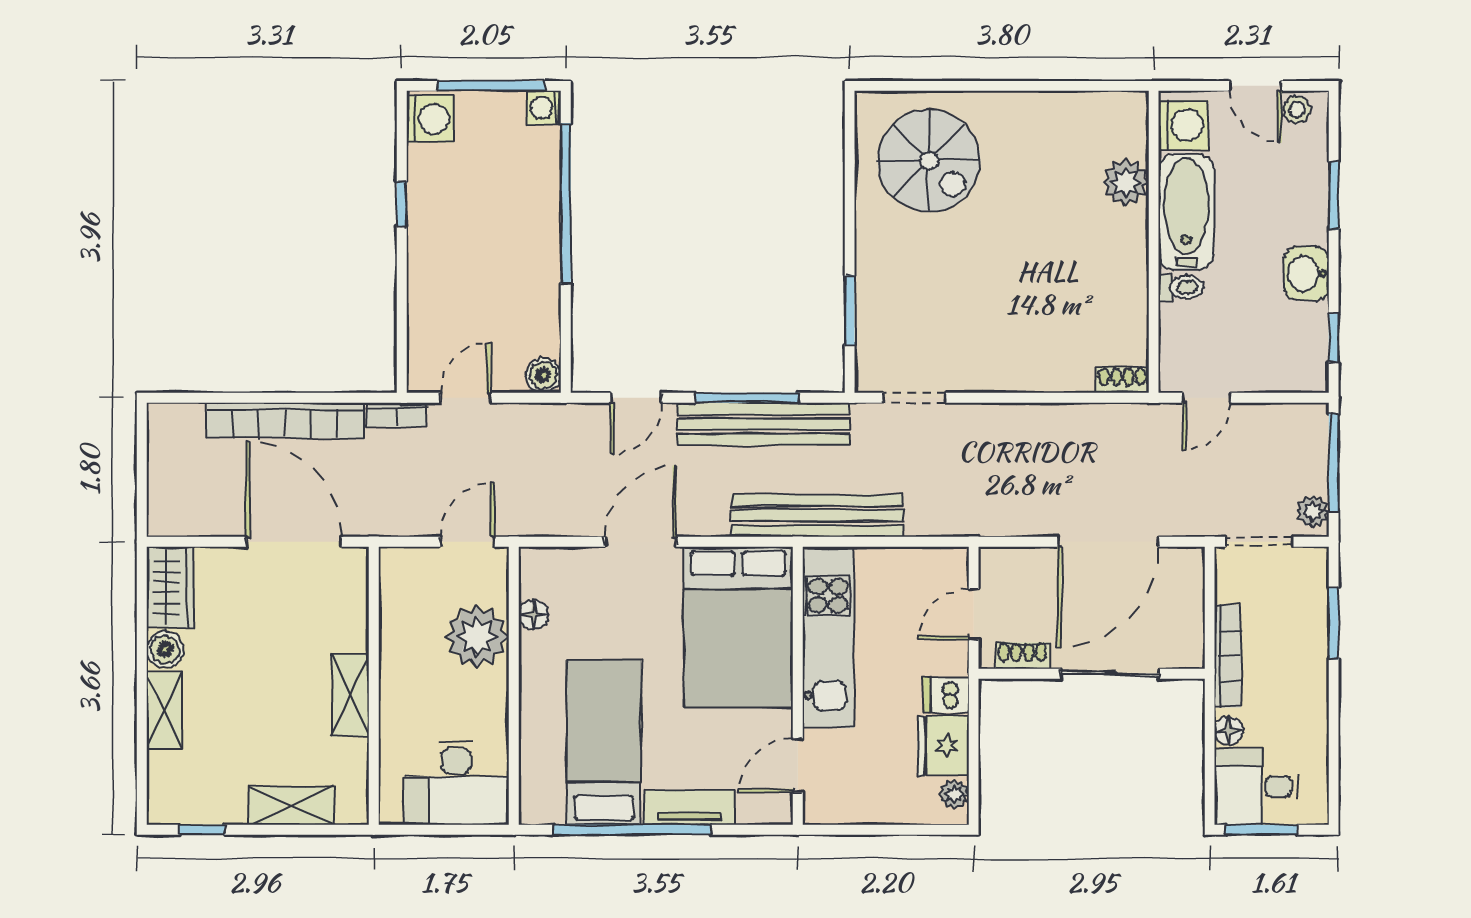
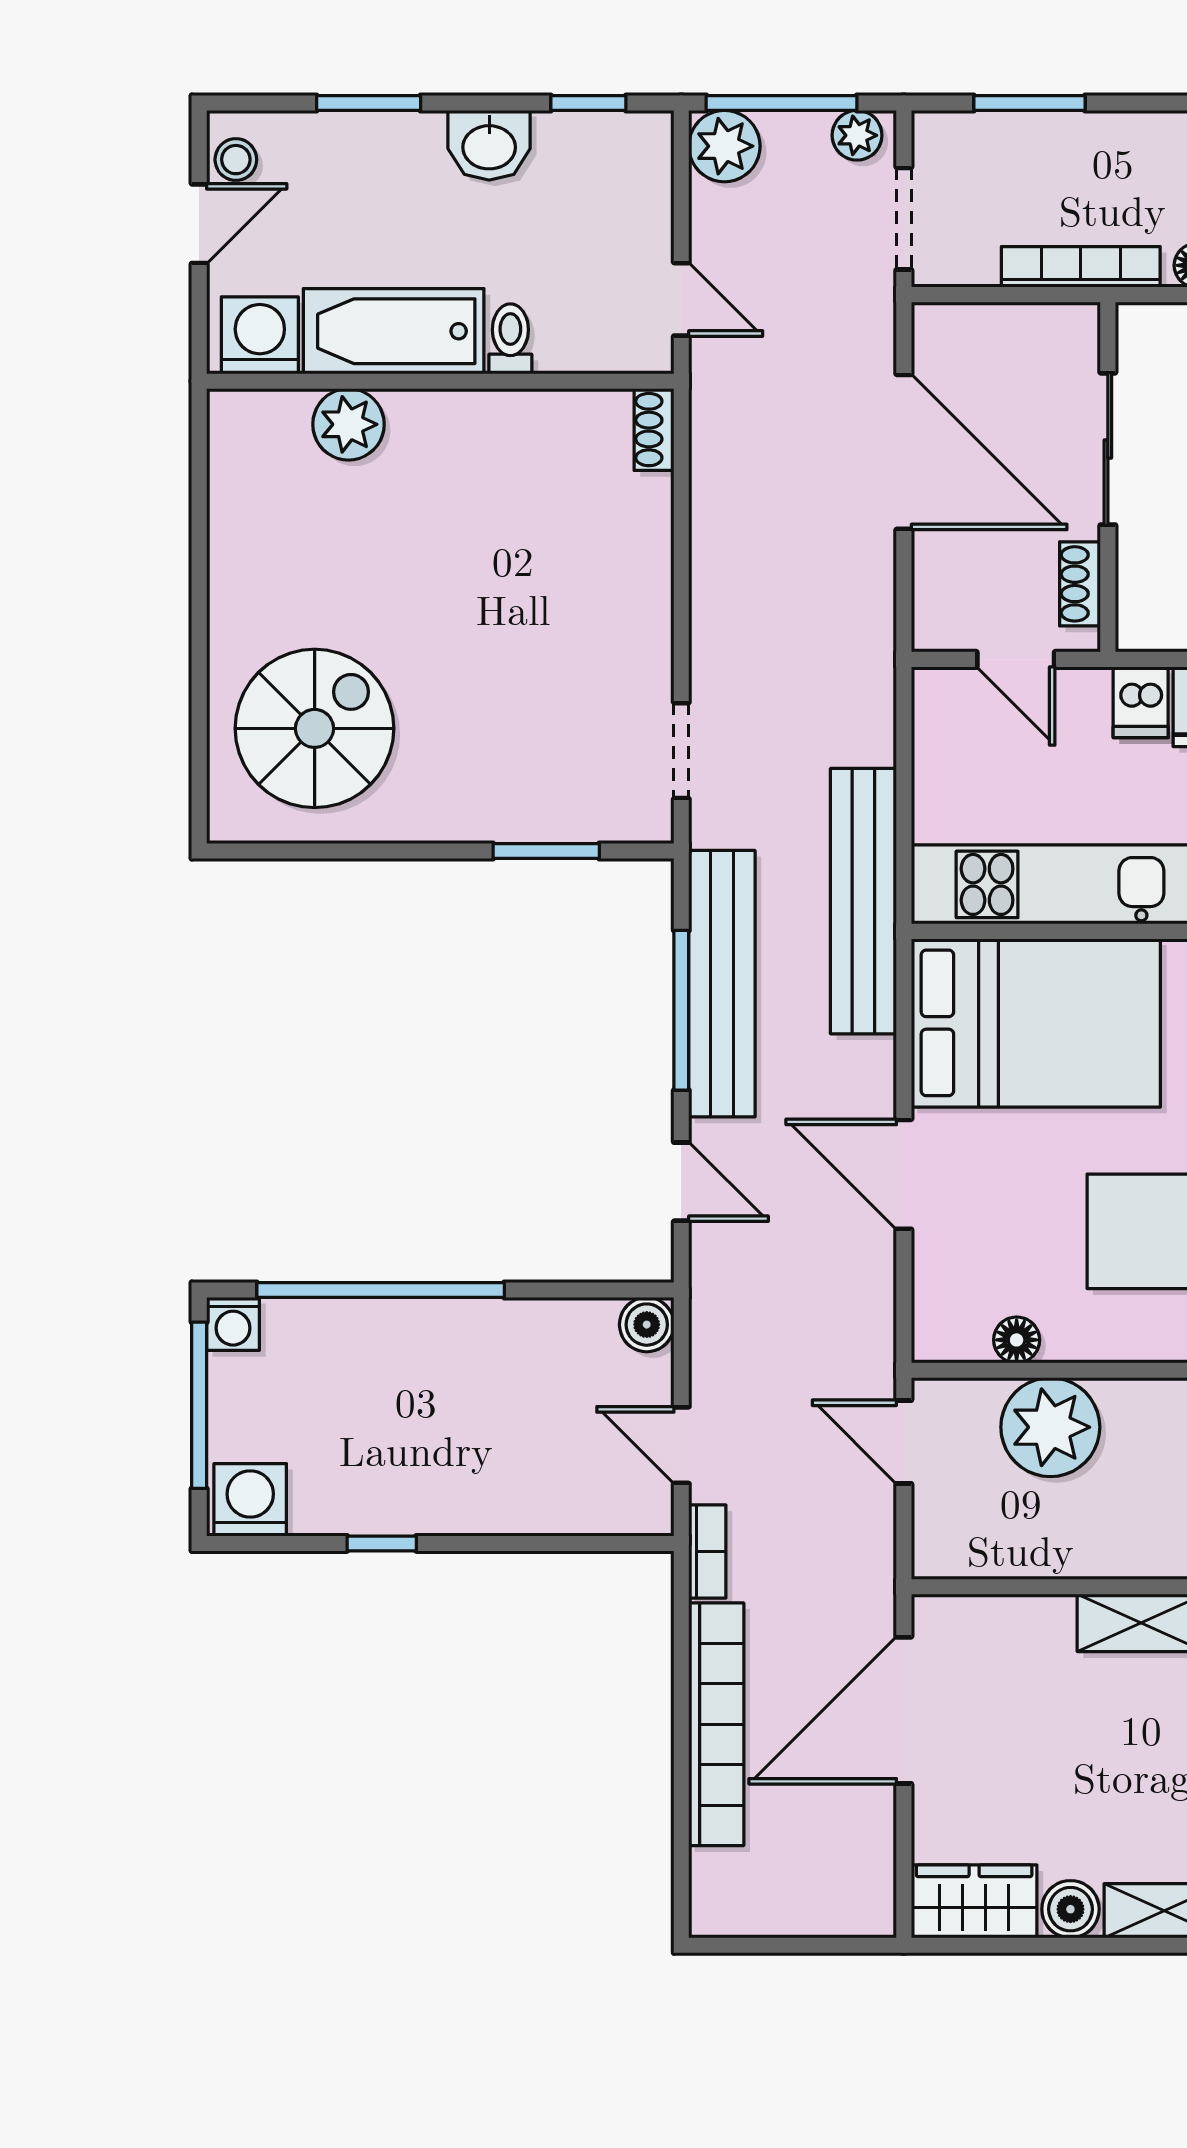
plant: (1306, 426) -> (724, 146), added

